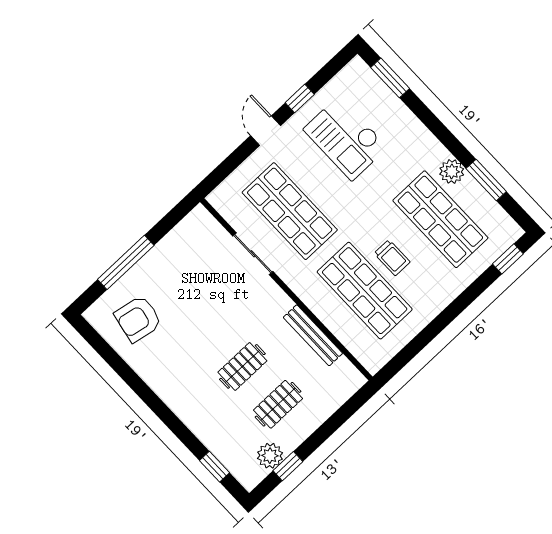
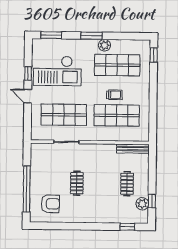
checkout: (346, 138) -> (57, 71), width x1.36, depth x1.21
window: (486, 180) -> (91, 36), moved
window: (126, 262) -> (27, 189), width x1.46
armchair: (138, 319) -> (50, 204), turned -101
bench: (313, 335) -> (133, 149), moved
clothes rail: (242, 366) -> (77, 183), moved

